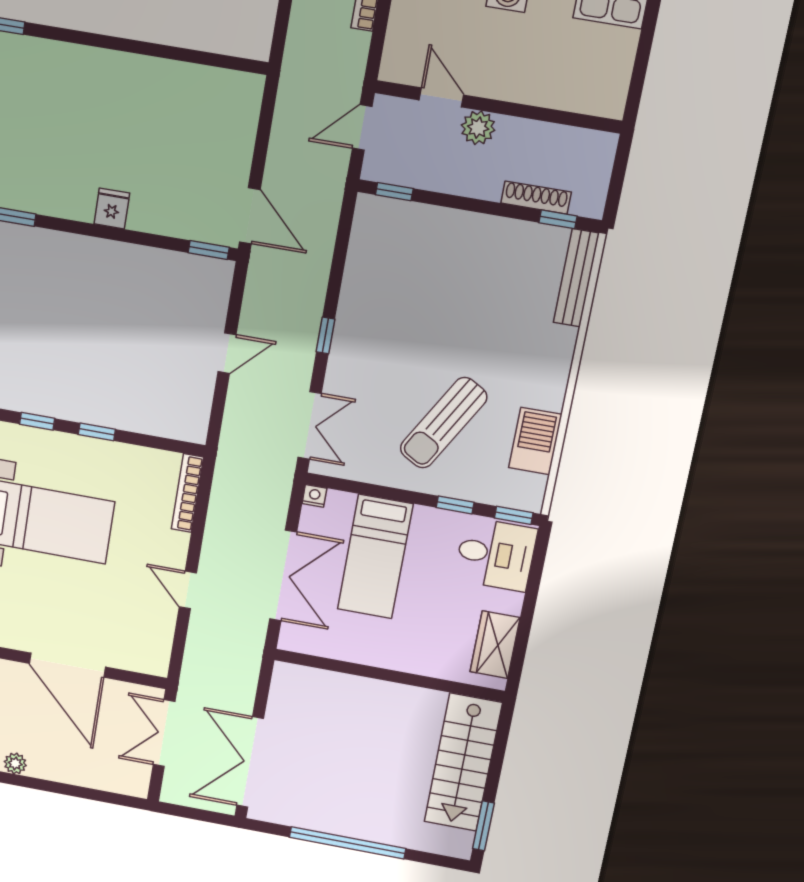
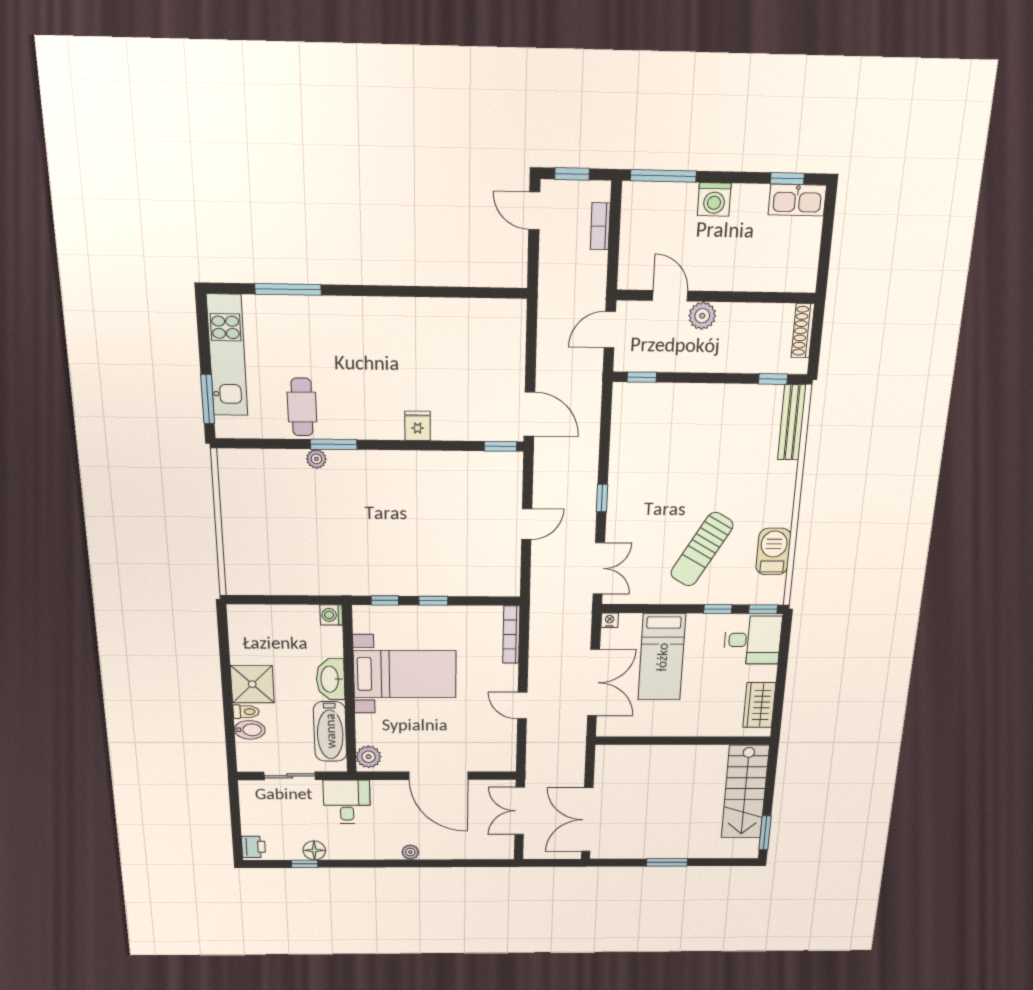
shoe rack: (536, 198) -> (803, 331), moved, turned -90
window: (347, 843) -> (667, 862), width x0.47

